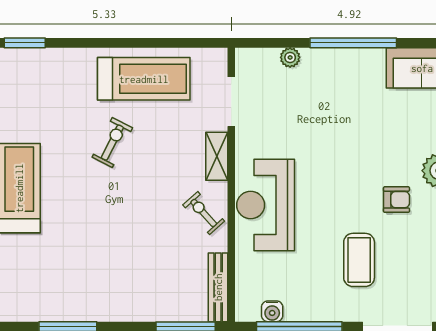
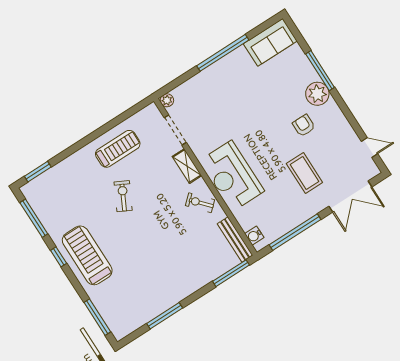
plant: (290, 57) -> (167, 100), moved
treadmill: (144, 79) -> (118, 149), width x0.73, depth x0.73
armchair: (396, 200) -> (304, 125), turned -90
water cooler: (272, 311) -> (254, 236), moved, turned 90

